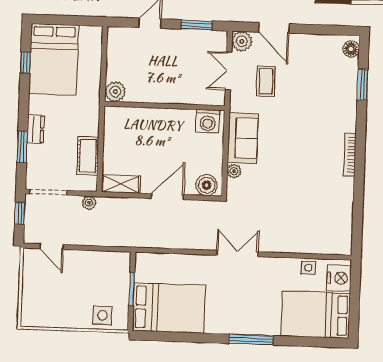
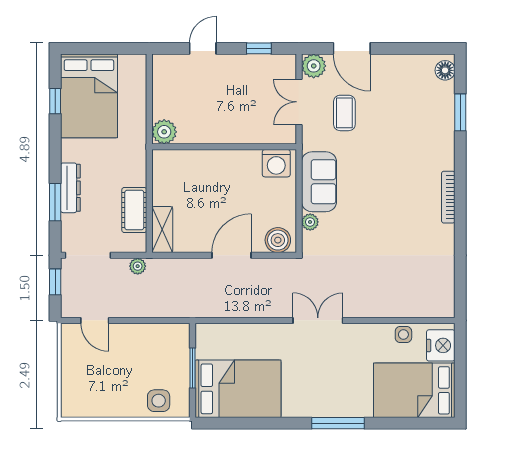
window: (197, 25) -> (259, 48), width x0.67
dresser: (36, 129) -> (70, 188), width x1.44
shelving: (121, 184) -> (162, 230), moved, turned 90

